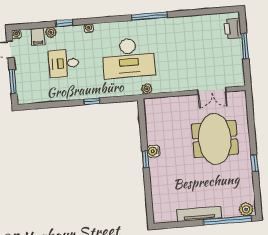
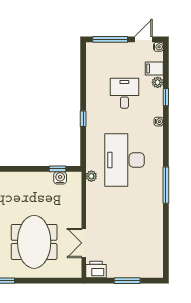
printer: (233, 29) -> (96, 269), moved
window: (13, 82) -> (110, 39), width x1.44
meeting table: (215, 139) -> (34, 242), turned 90
water cooler: (154, 151) -> (60, 178), moved
window: (145, 159) -> (58, 169), moved

